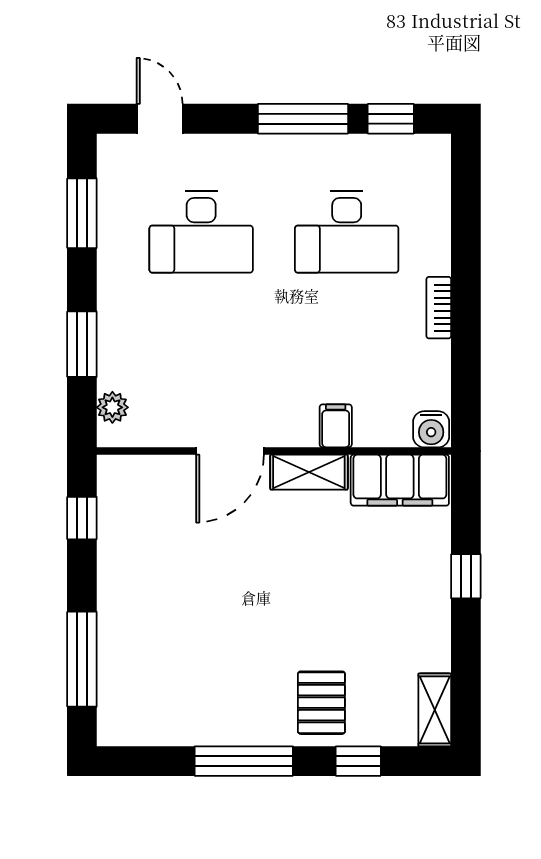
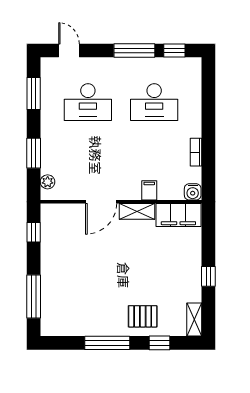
bookcase: (439, 308) -> (196, 152), moved
window: (466, 576) -> (208, 276), moved
pallet: (321, 703) -> (143, 316), turned 90

